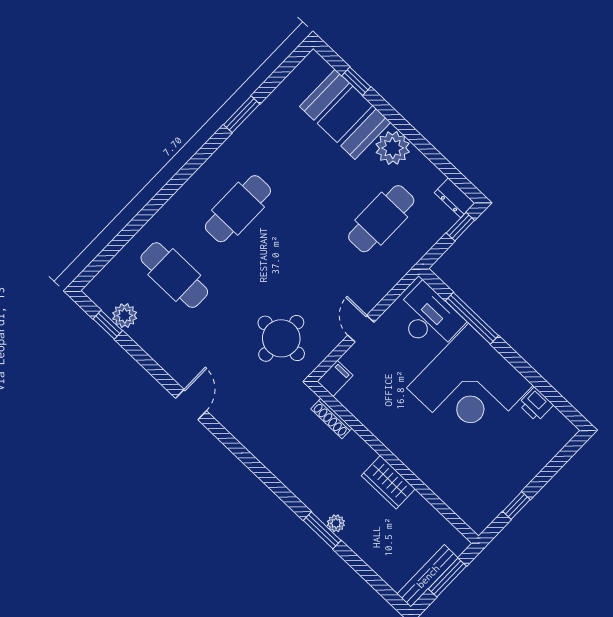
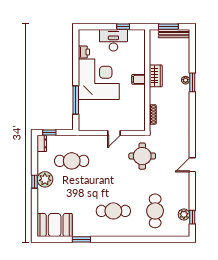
window: (356, 81) -> (35, 182), moved
booth: (345, 114) -> (55, 225), moved, turned 90
desk: (428, 318) -> (113, 40), moved, turned 90
filing cabinet: (335, 378) -> (138, 79), moved

